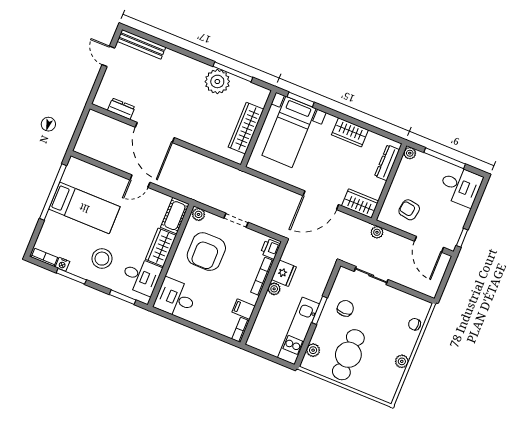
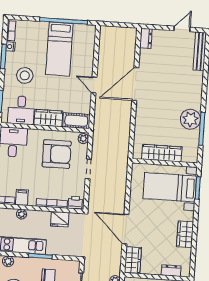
dresser: (121, 109) -> (146, 38), moved
dresser: (387, 163) -> (171, 271), width x0.70
armchair: (206, 252) -> (57, 154), turned 180
plant: (274, 289) -> (22, 214), moved

